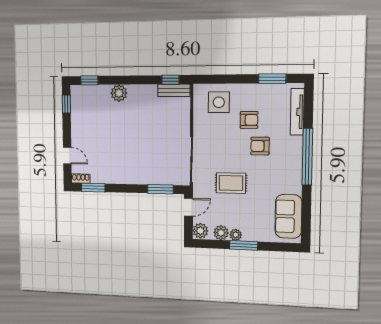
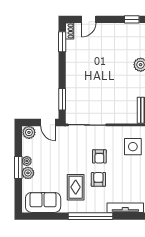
armchair: (249, 120) -> (99, 156), moved
rug: (231, 183) -> (76, 187), moved
plant: (221, 233) -> (28, 173), moved

